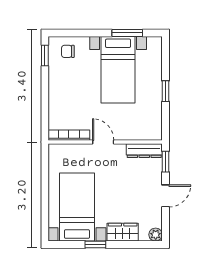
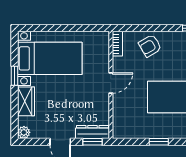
armchair: (64, 100) -> (150, 46), added
bookcase: (69, 135) -> (117, 44), width x0.64
dresser: (144, 151) -> (93, 132), moved, turned 90

